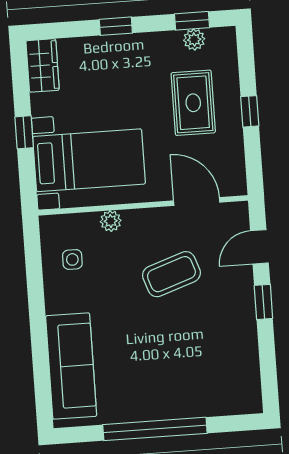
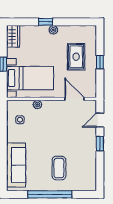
window: (192, 21) -> (78, 22), removed
plant: (194, 40) -> (53, 30), moved
coffee table: (171, 274) -> (59, 168), moved, turned -71

